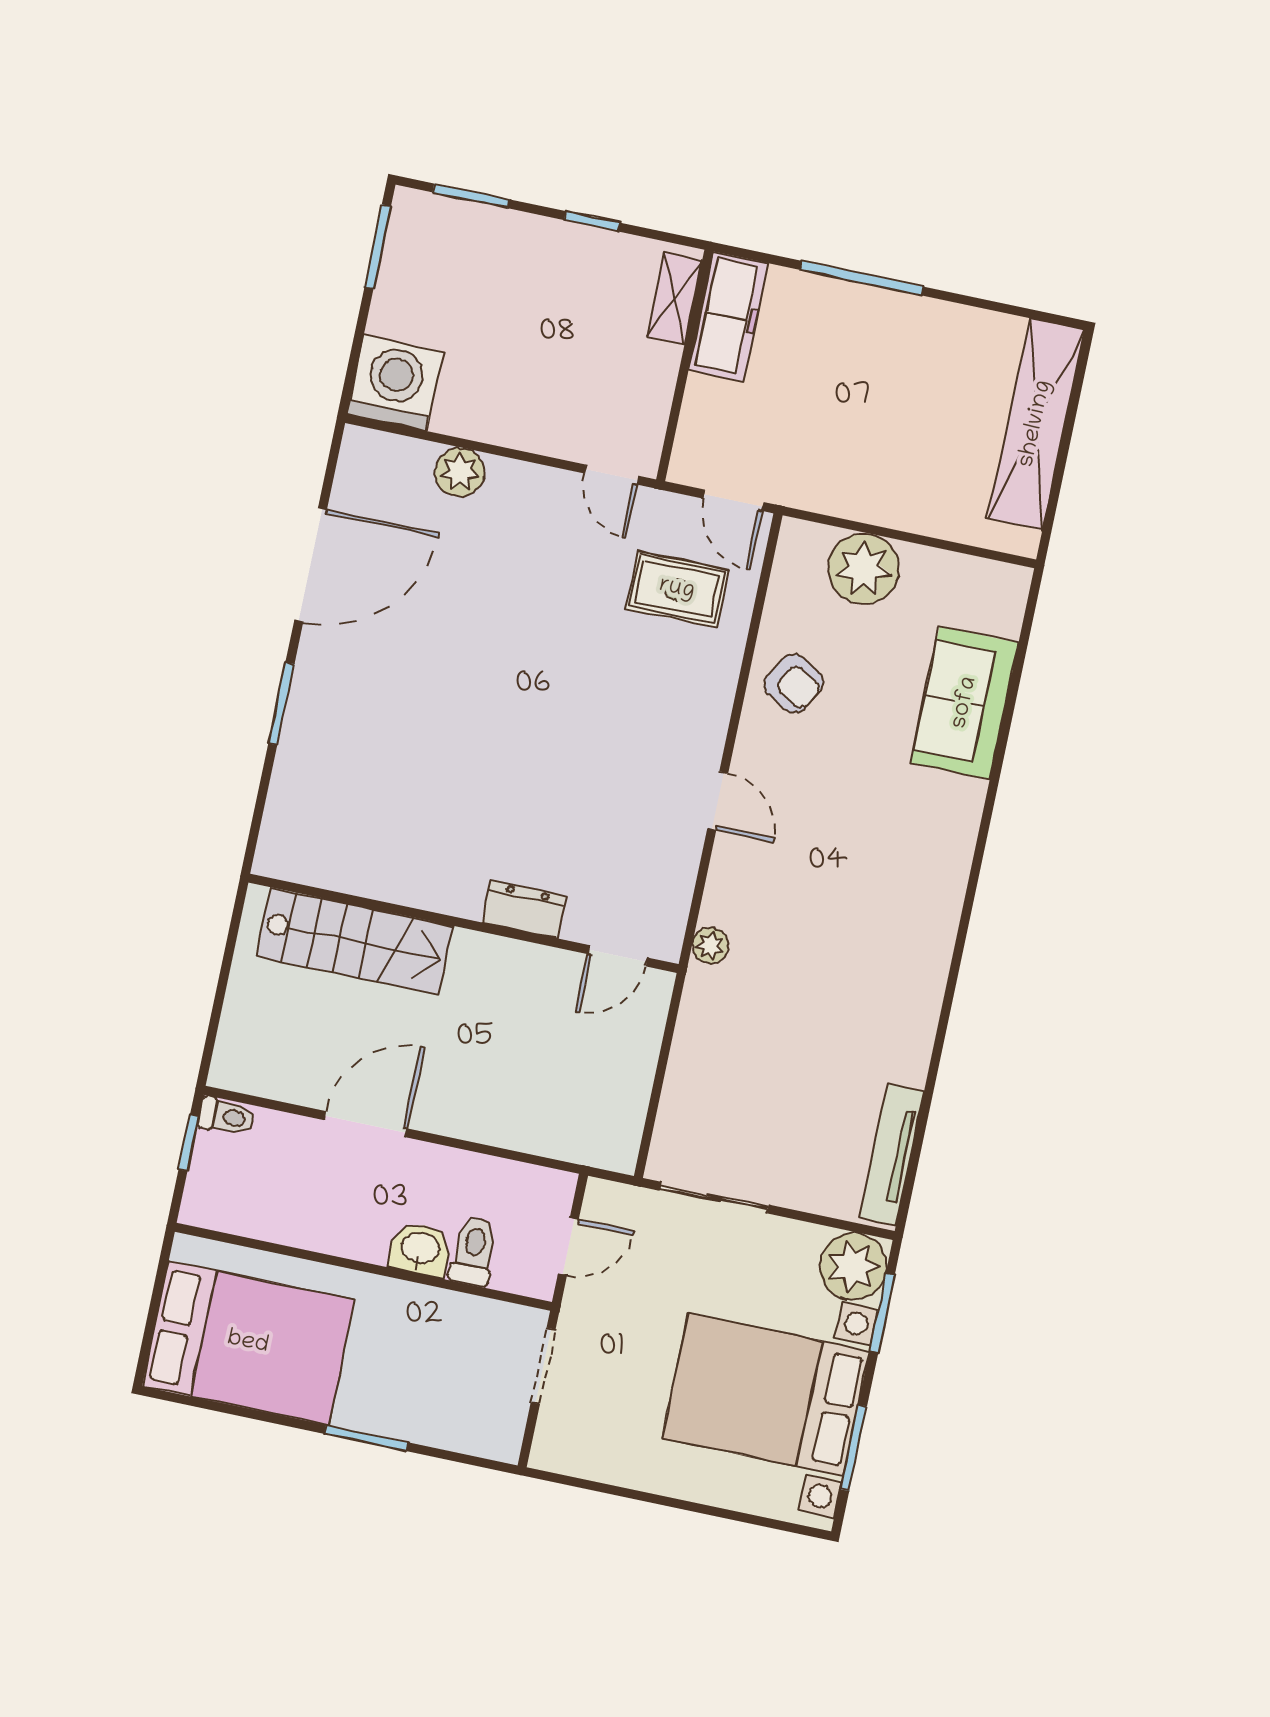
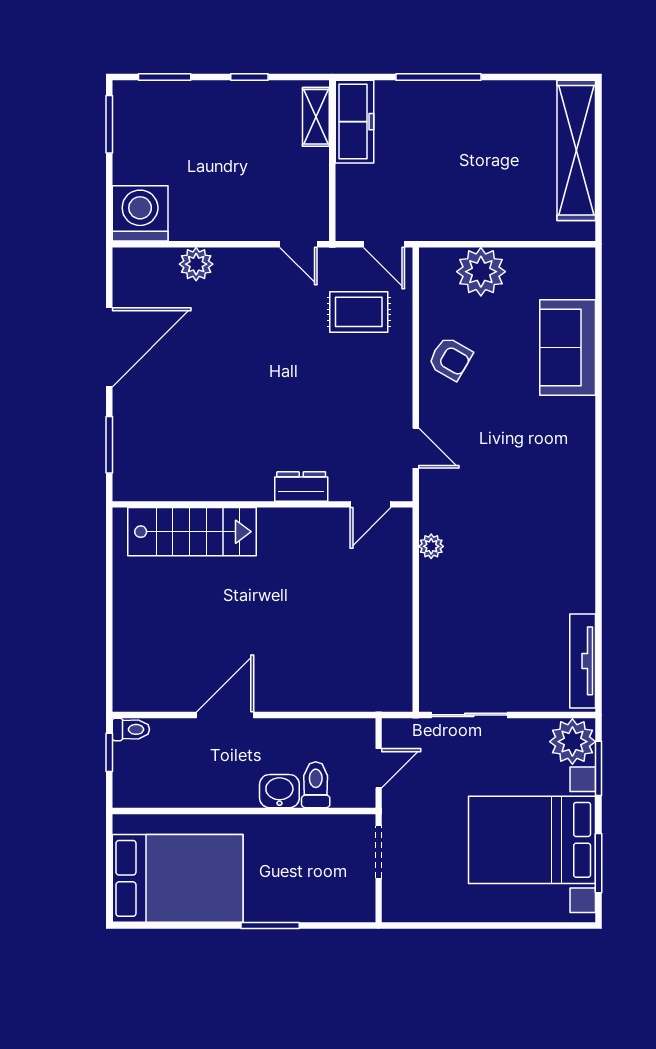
dresser: (524, 909) -> (301, 486), moved
wall: (463, 923) -> (262, 504), moved
stairs: (355, 941) -> (192, 532), moved
door: (618, 956) -> (371, 504), moved

